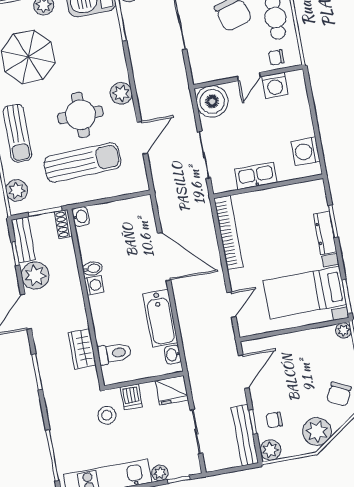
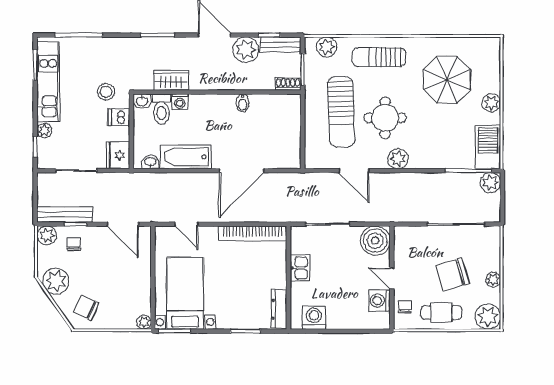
kitchen sink: (256, 176) -> (300, 268), width x0.73
washbasin: (81, 217) -> (142, 101), moved
dresser: (325, 233) -> (279, 309), moved, turned -90
washing machine: (94, 285) -> (180, 102), moved

